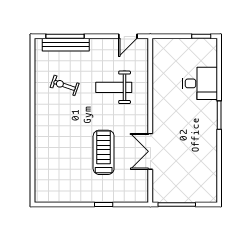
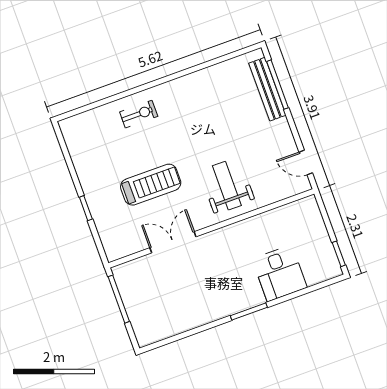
exercise bike: (65, 85) -> (139, 114), moved, turned 71
weight bench: (114, 87) -> (227, 186), moved

